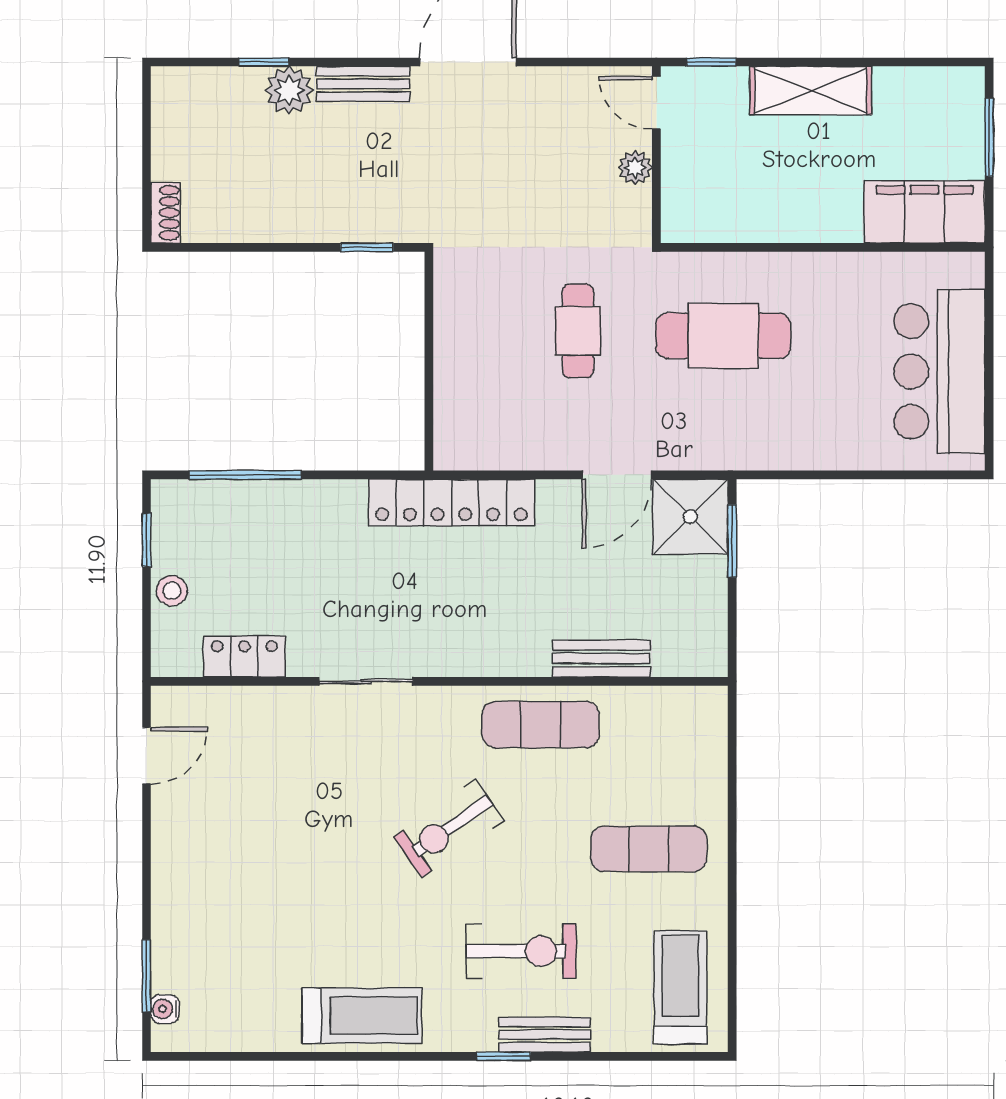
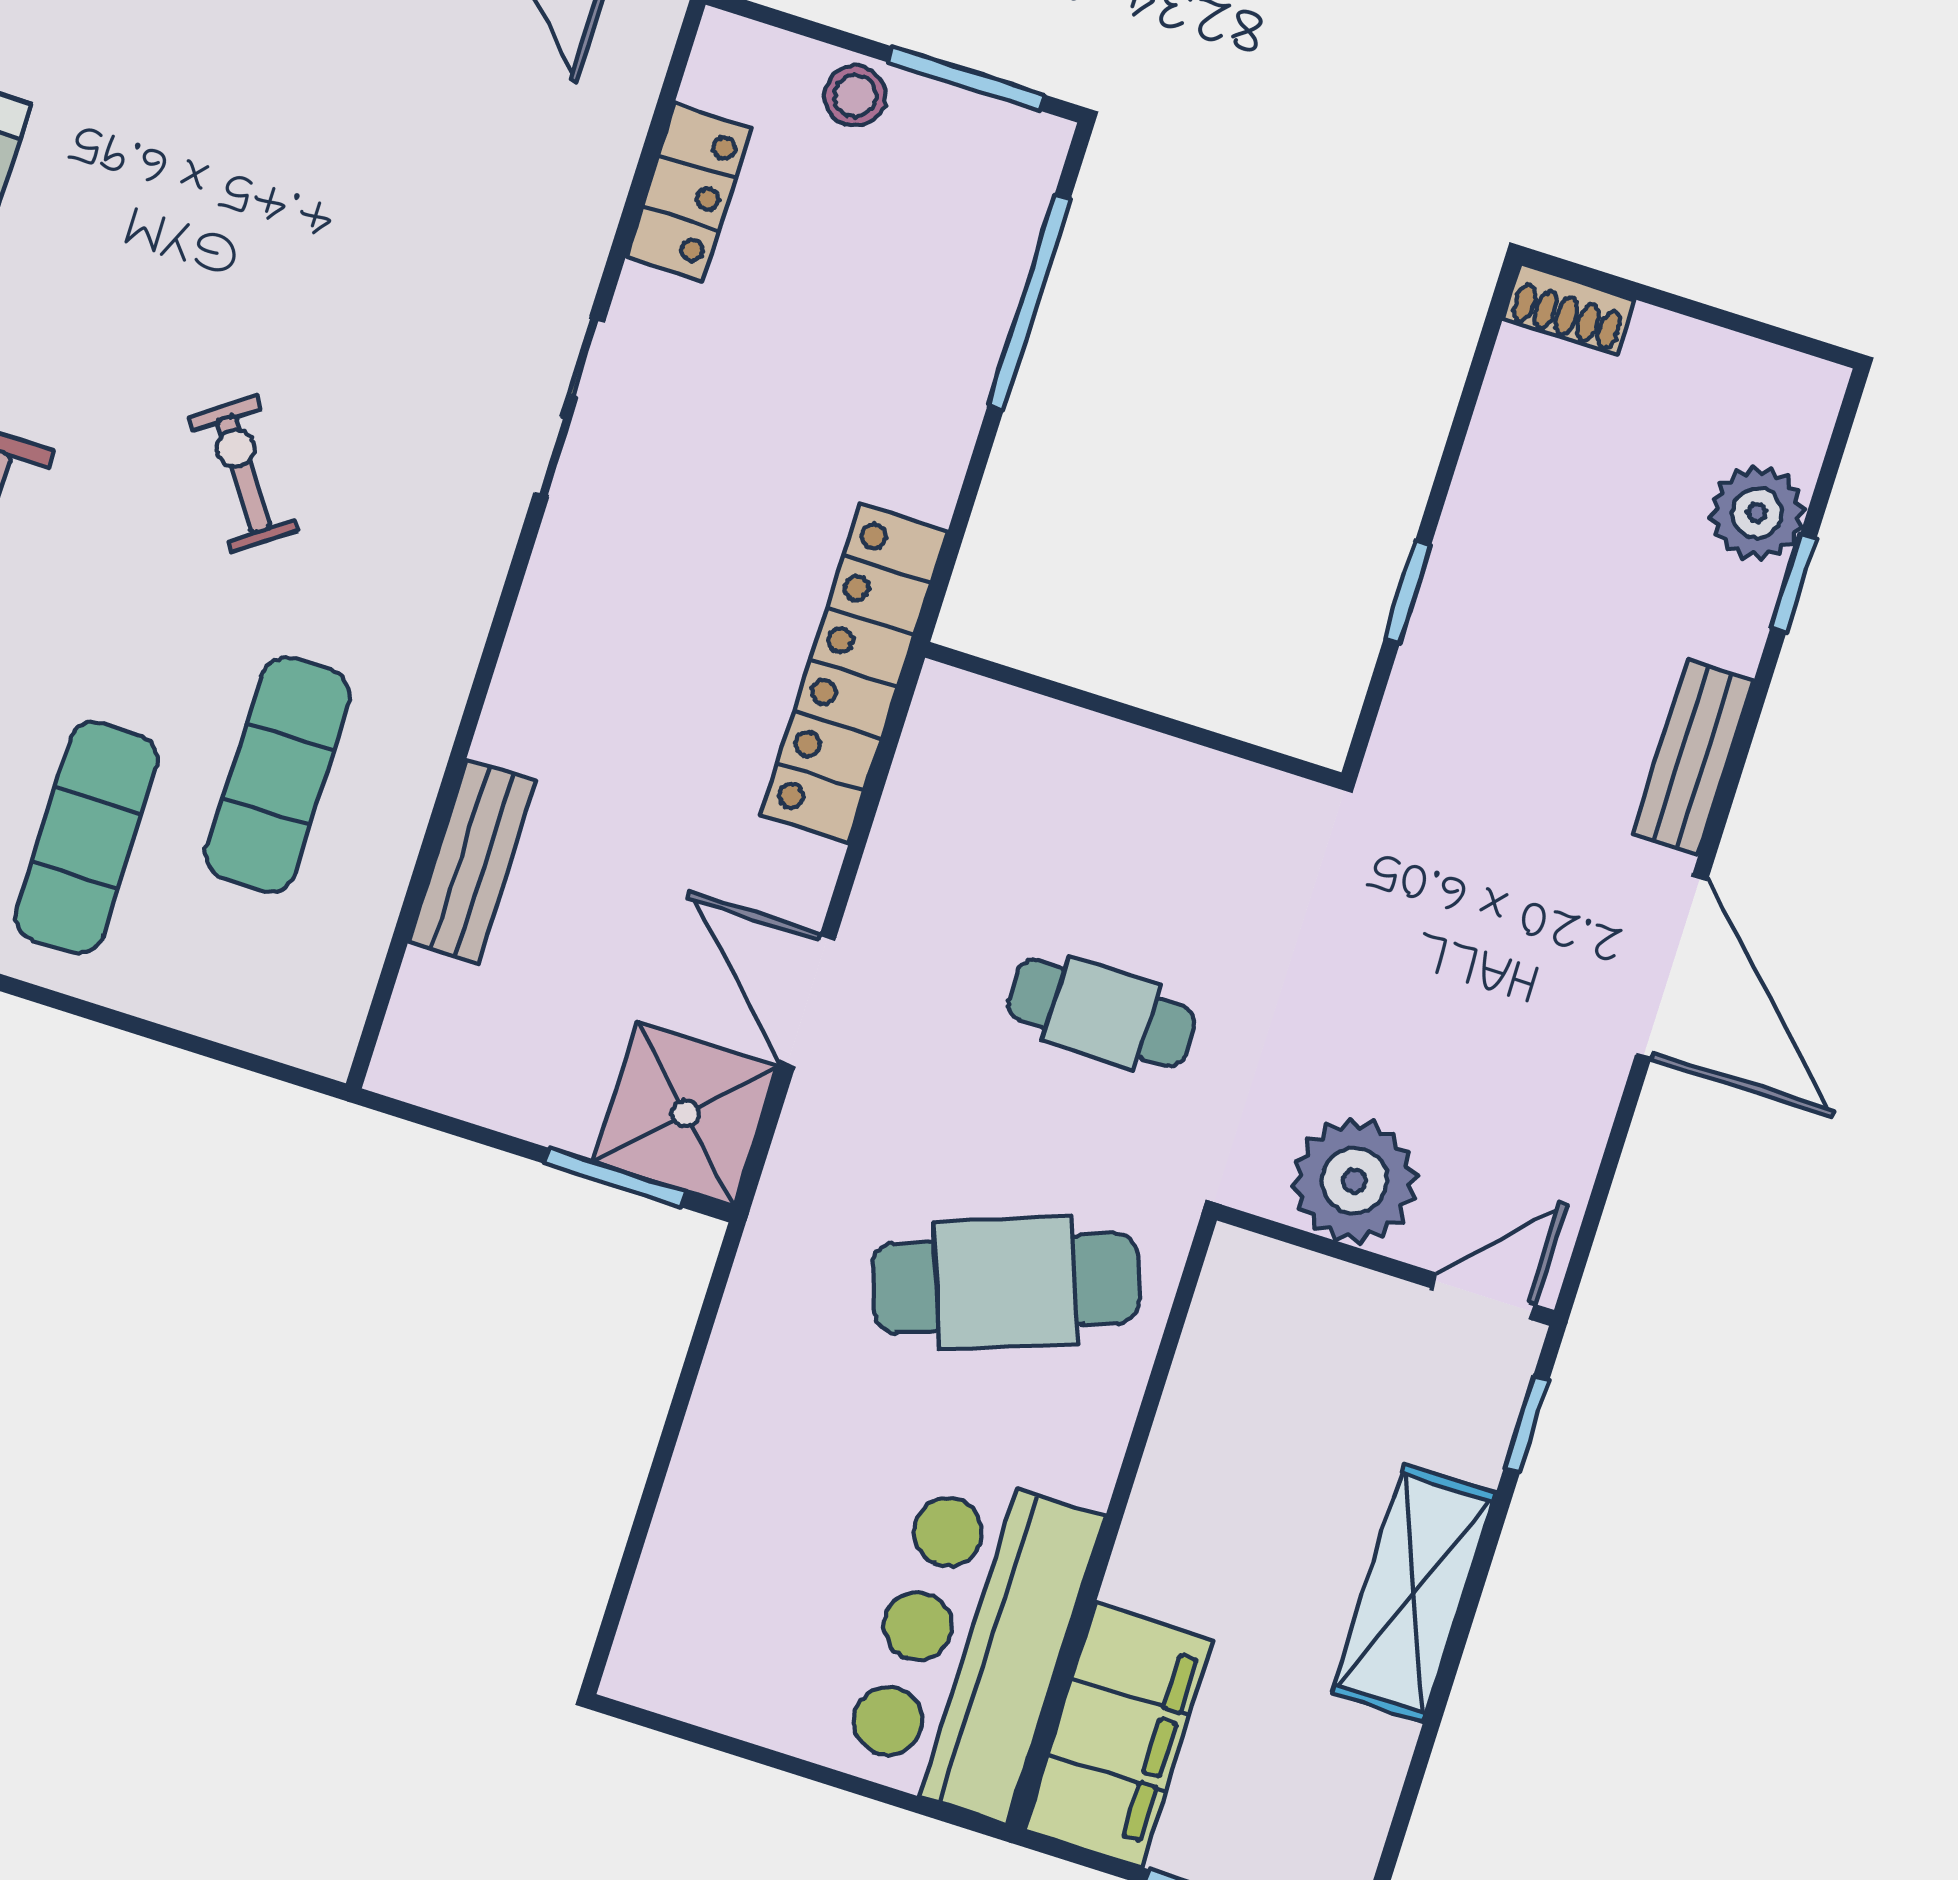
plant: (289, 90) -> (1757, 513), moved
plant: (635, 168) -> (1355, 1181), width x1.88, depth x1.88
window: (367, 247) -> (1407, 592), moved
cafe table: (723, 336) -> (1006, 1283), turned 70
bar counter: (939, 371) -> (971, 1643), moved, turned -90
window: (147, 540) -> (966, 78), width x1.50
exercise mat: (541, 725) -> (278, 775), moved
exercise bike: (449, 829) -> (244, 474), width x0.73, depth x0.72

